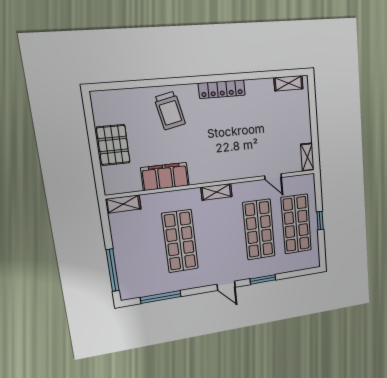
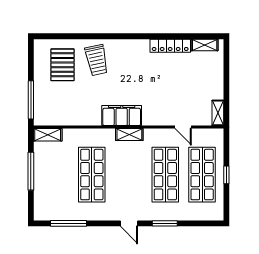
locker: (222, 89) -> (170, 46), moved
pallet: (113, 145) -> (62, 65), moved
window: (97, 166) -> (31, 100), added
filing cabinet: (165, 177) -> (122, 116), moved
window: (113, 270) -> (31, 171), moved

